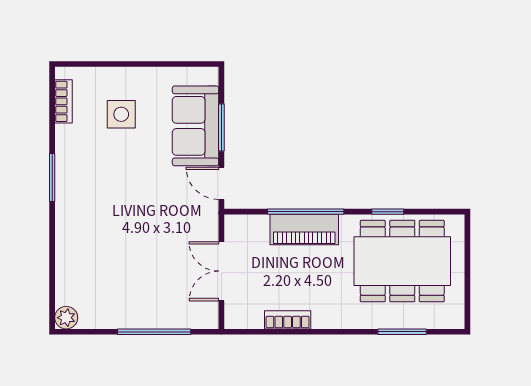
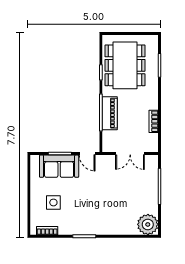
door: (221, 183) -> (87, 154), hinge flipped
plant: (66, 318) -> (148, 224), width x1.88, depth x1.88

